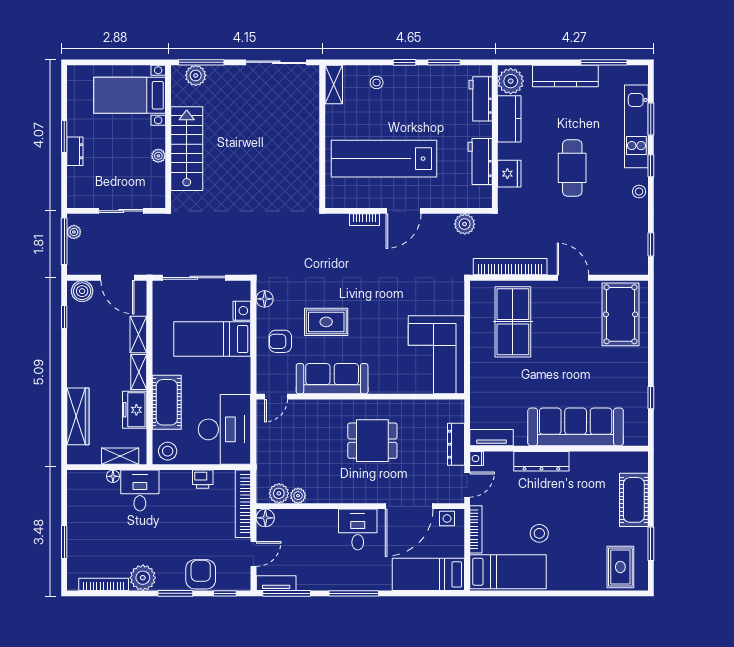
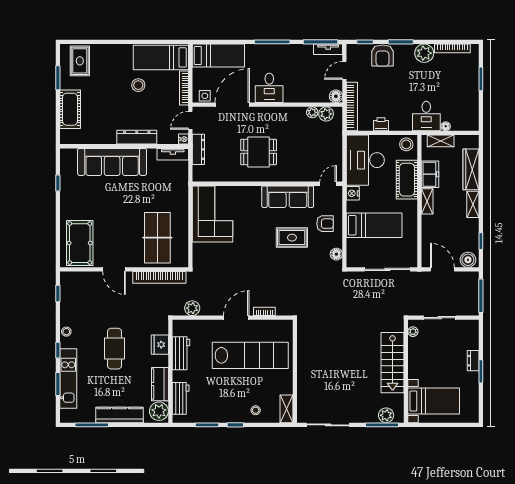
plant: (158, 156) -> (413, 332), moved
plant: (74, 232) -> (474, 302), removed
nightstand: (242, 311) -> (353, 193), moved
shelving: (138, 334) -> (473, 204), moved

